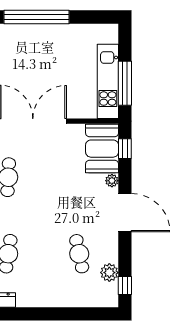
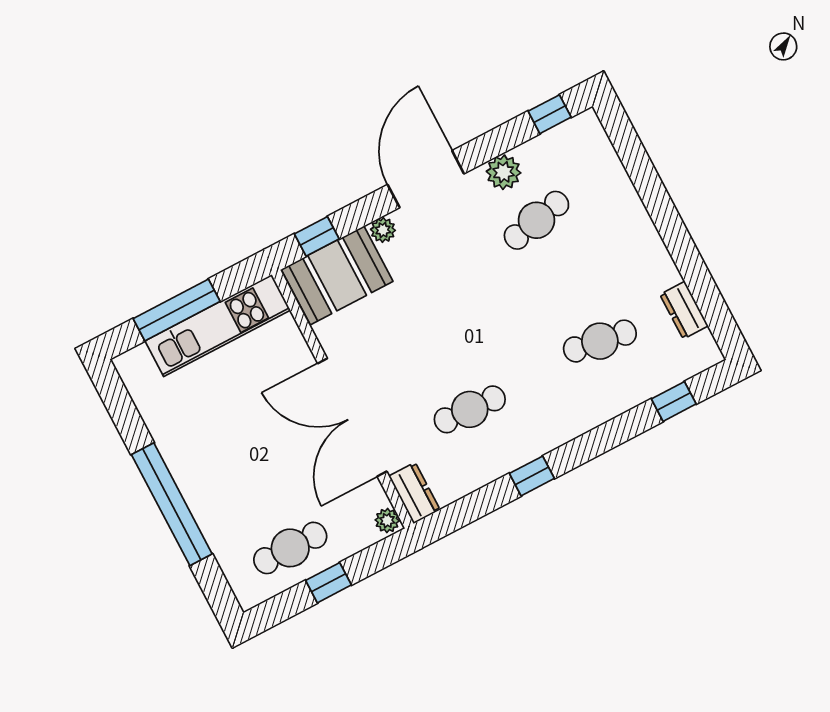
window: (125, 83) -> (177, 310), moved
plant: (109, 273) -> (504, 172), moved

